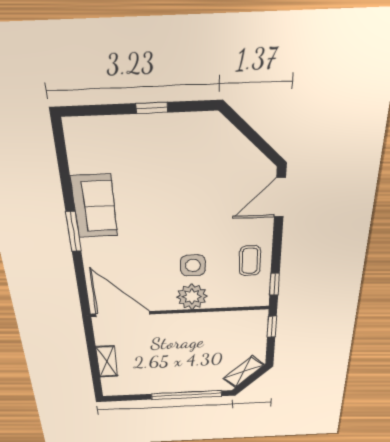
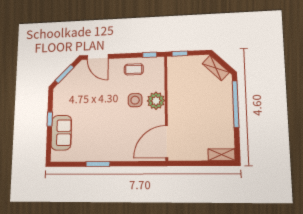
window: (250, 133) -> (65, 74), added
sofa: (94, 206) -> (61, 133), moved, turned 90
window: (74, 232) -> (98, 164), moved
shelving: (107, 362) -> (221, 155), moved

